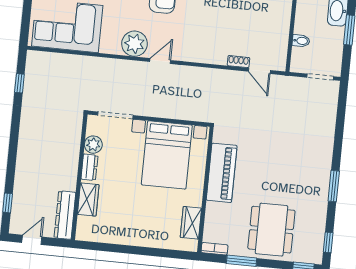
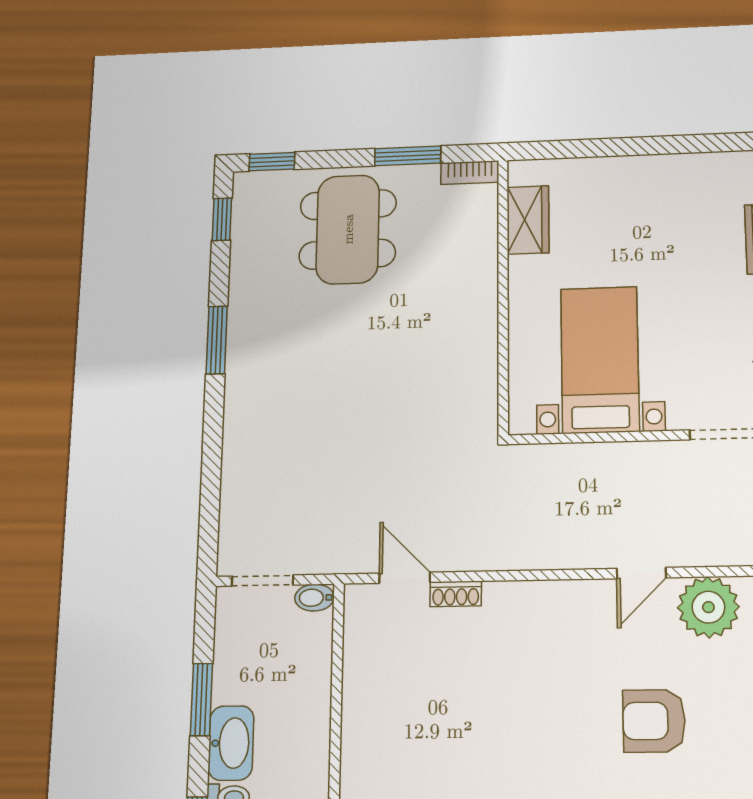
bidet: (301, 41) -> (314, 598), moved
bed with nightstands: (167, 155) -> (600, 360), width x0.73
piano: (222, 173) -> (470, 336), removed

